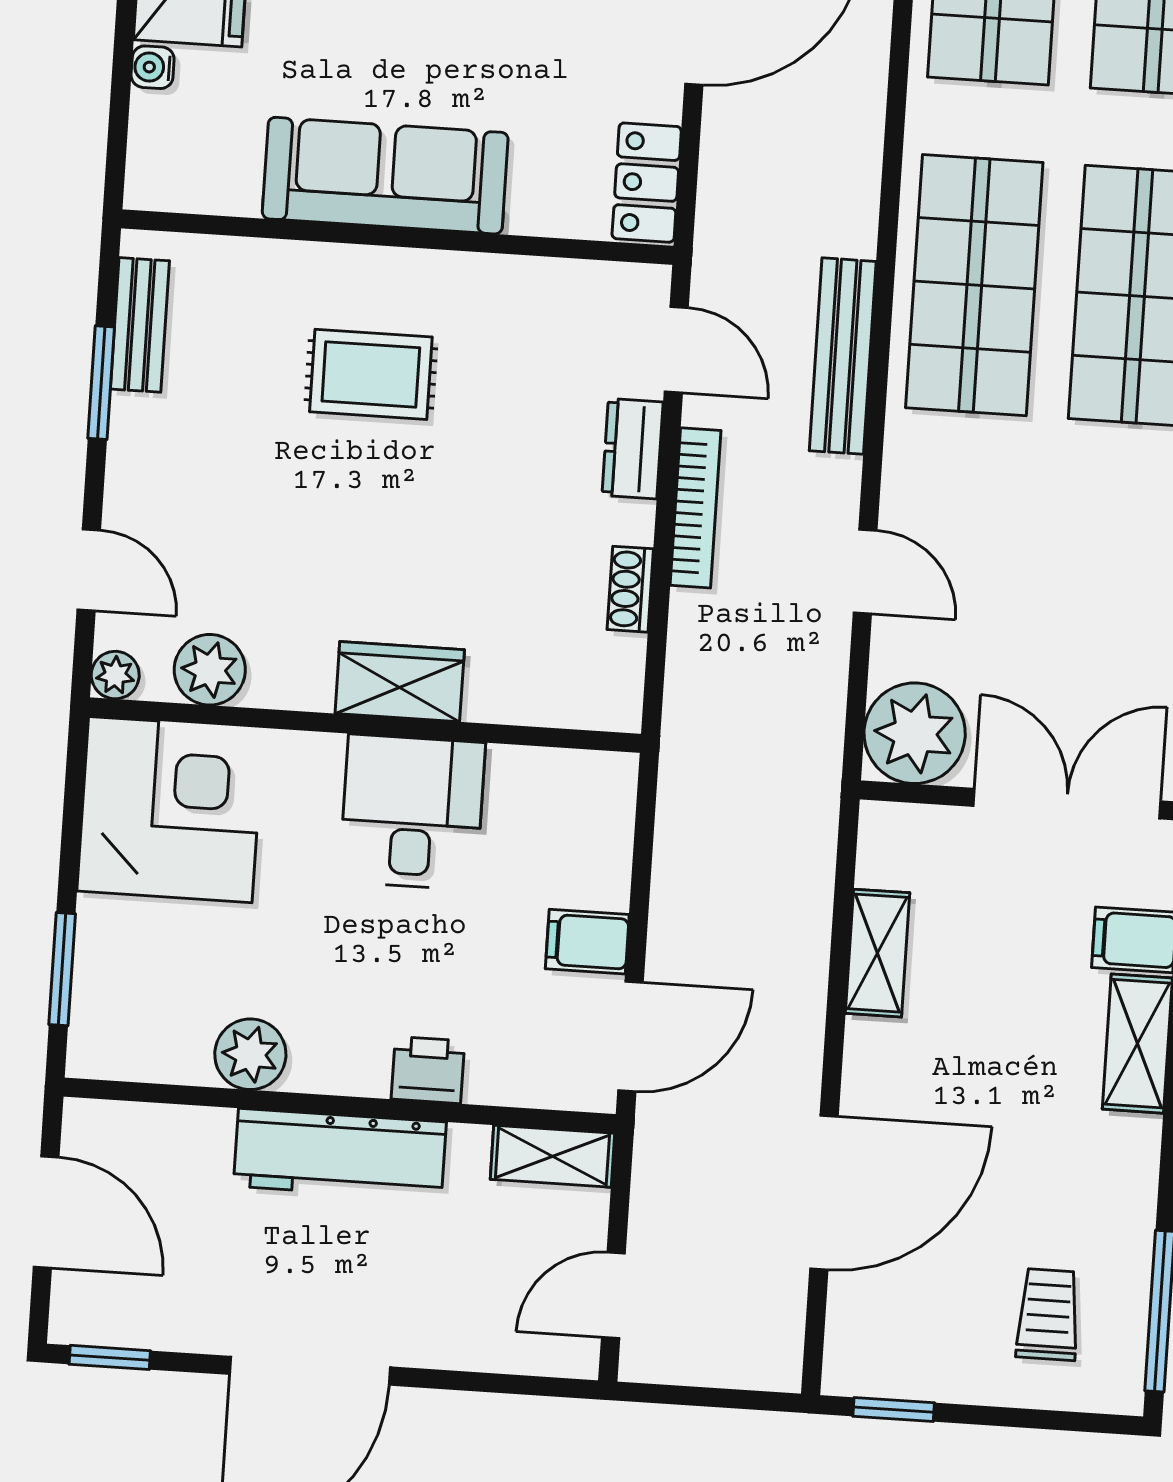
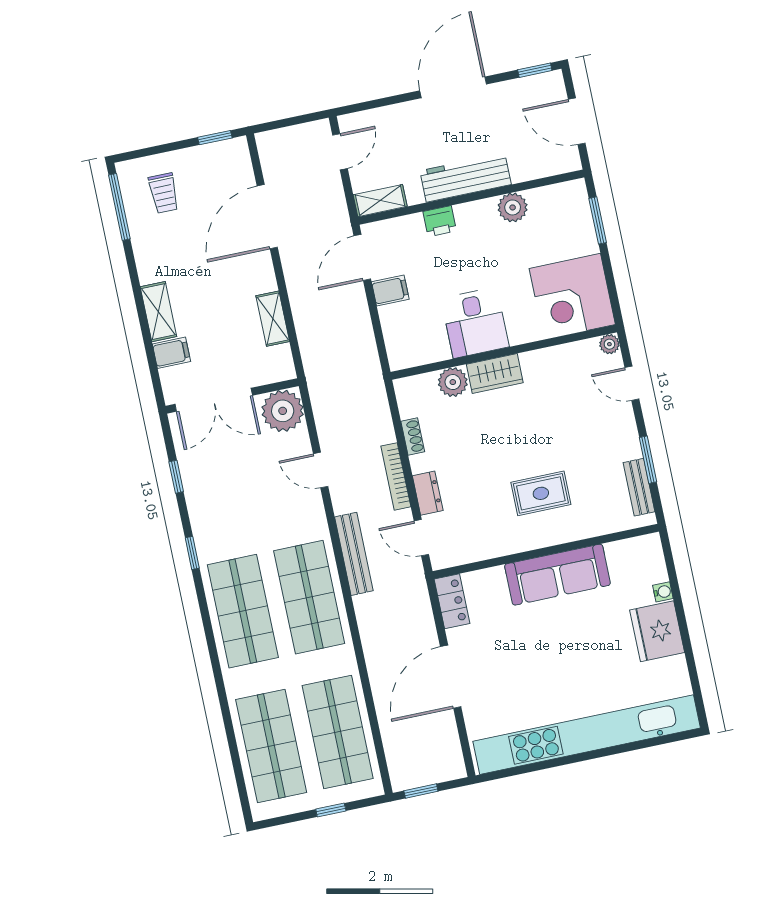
plant: (210, 670) -> (453, 382), moved

